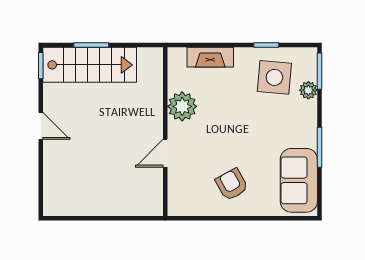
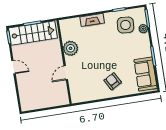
plant: (182, 106) -> (71, 48), moved
wall: (165, 132) -> (64, 62), moved
door: (165, 153) -> (66, 73), moved

